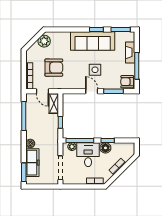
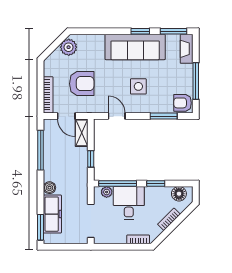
fireplace: (130, 52) -> (187, 49), moved
door: (92, 91) -> (117, 116), moved
floor lamp: (105, 148) -> (179, 194), moved

